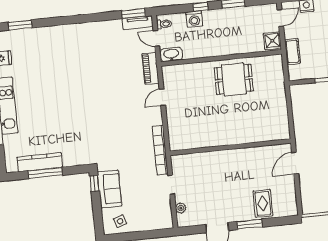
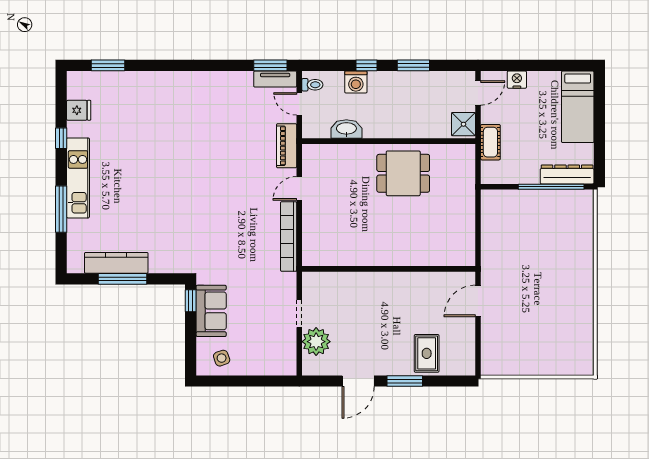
washbasin: (171, 54) -> (346, 129), moved
bookcase: (160, 150) -> (289, 236), moved
plant: (181, 208) -> (316, 342), width x1.88, depth x1.88

